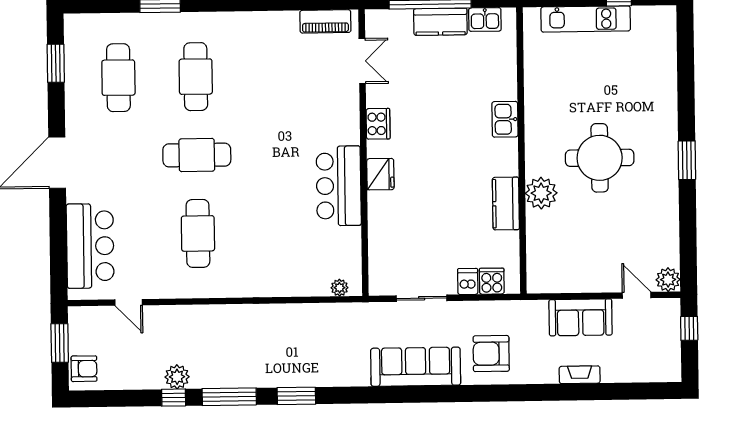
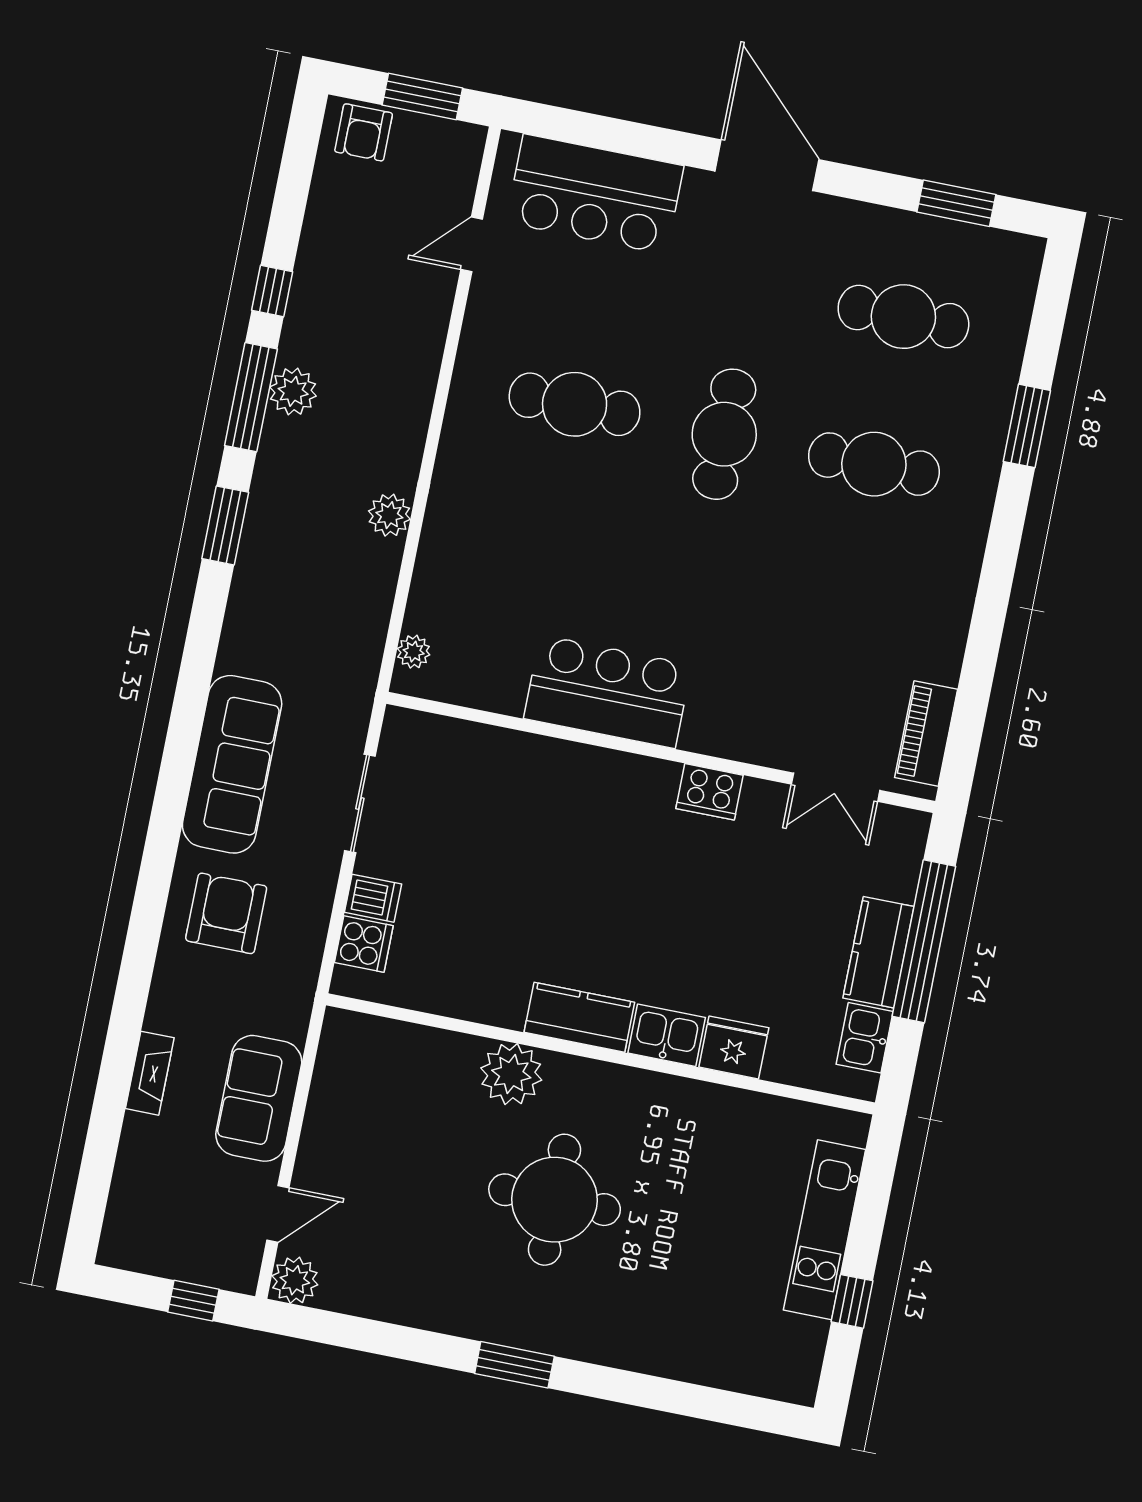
fridge: (380, 174) -> (734, 1047), moved, turned 180
kitchen counter: (506, 204) -> (579, 1017), moved
plant: (274, 315) -> (389, 515), added
plant: (177, 377) -> (293, 391), moved

